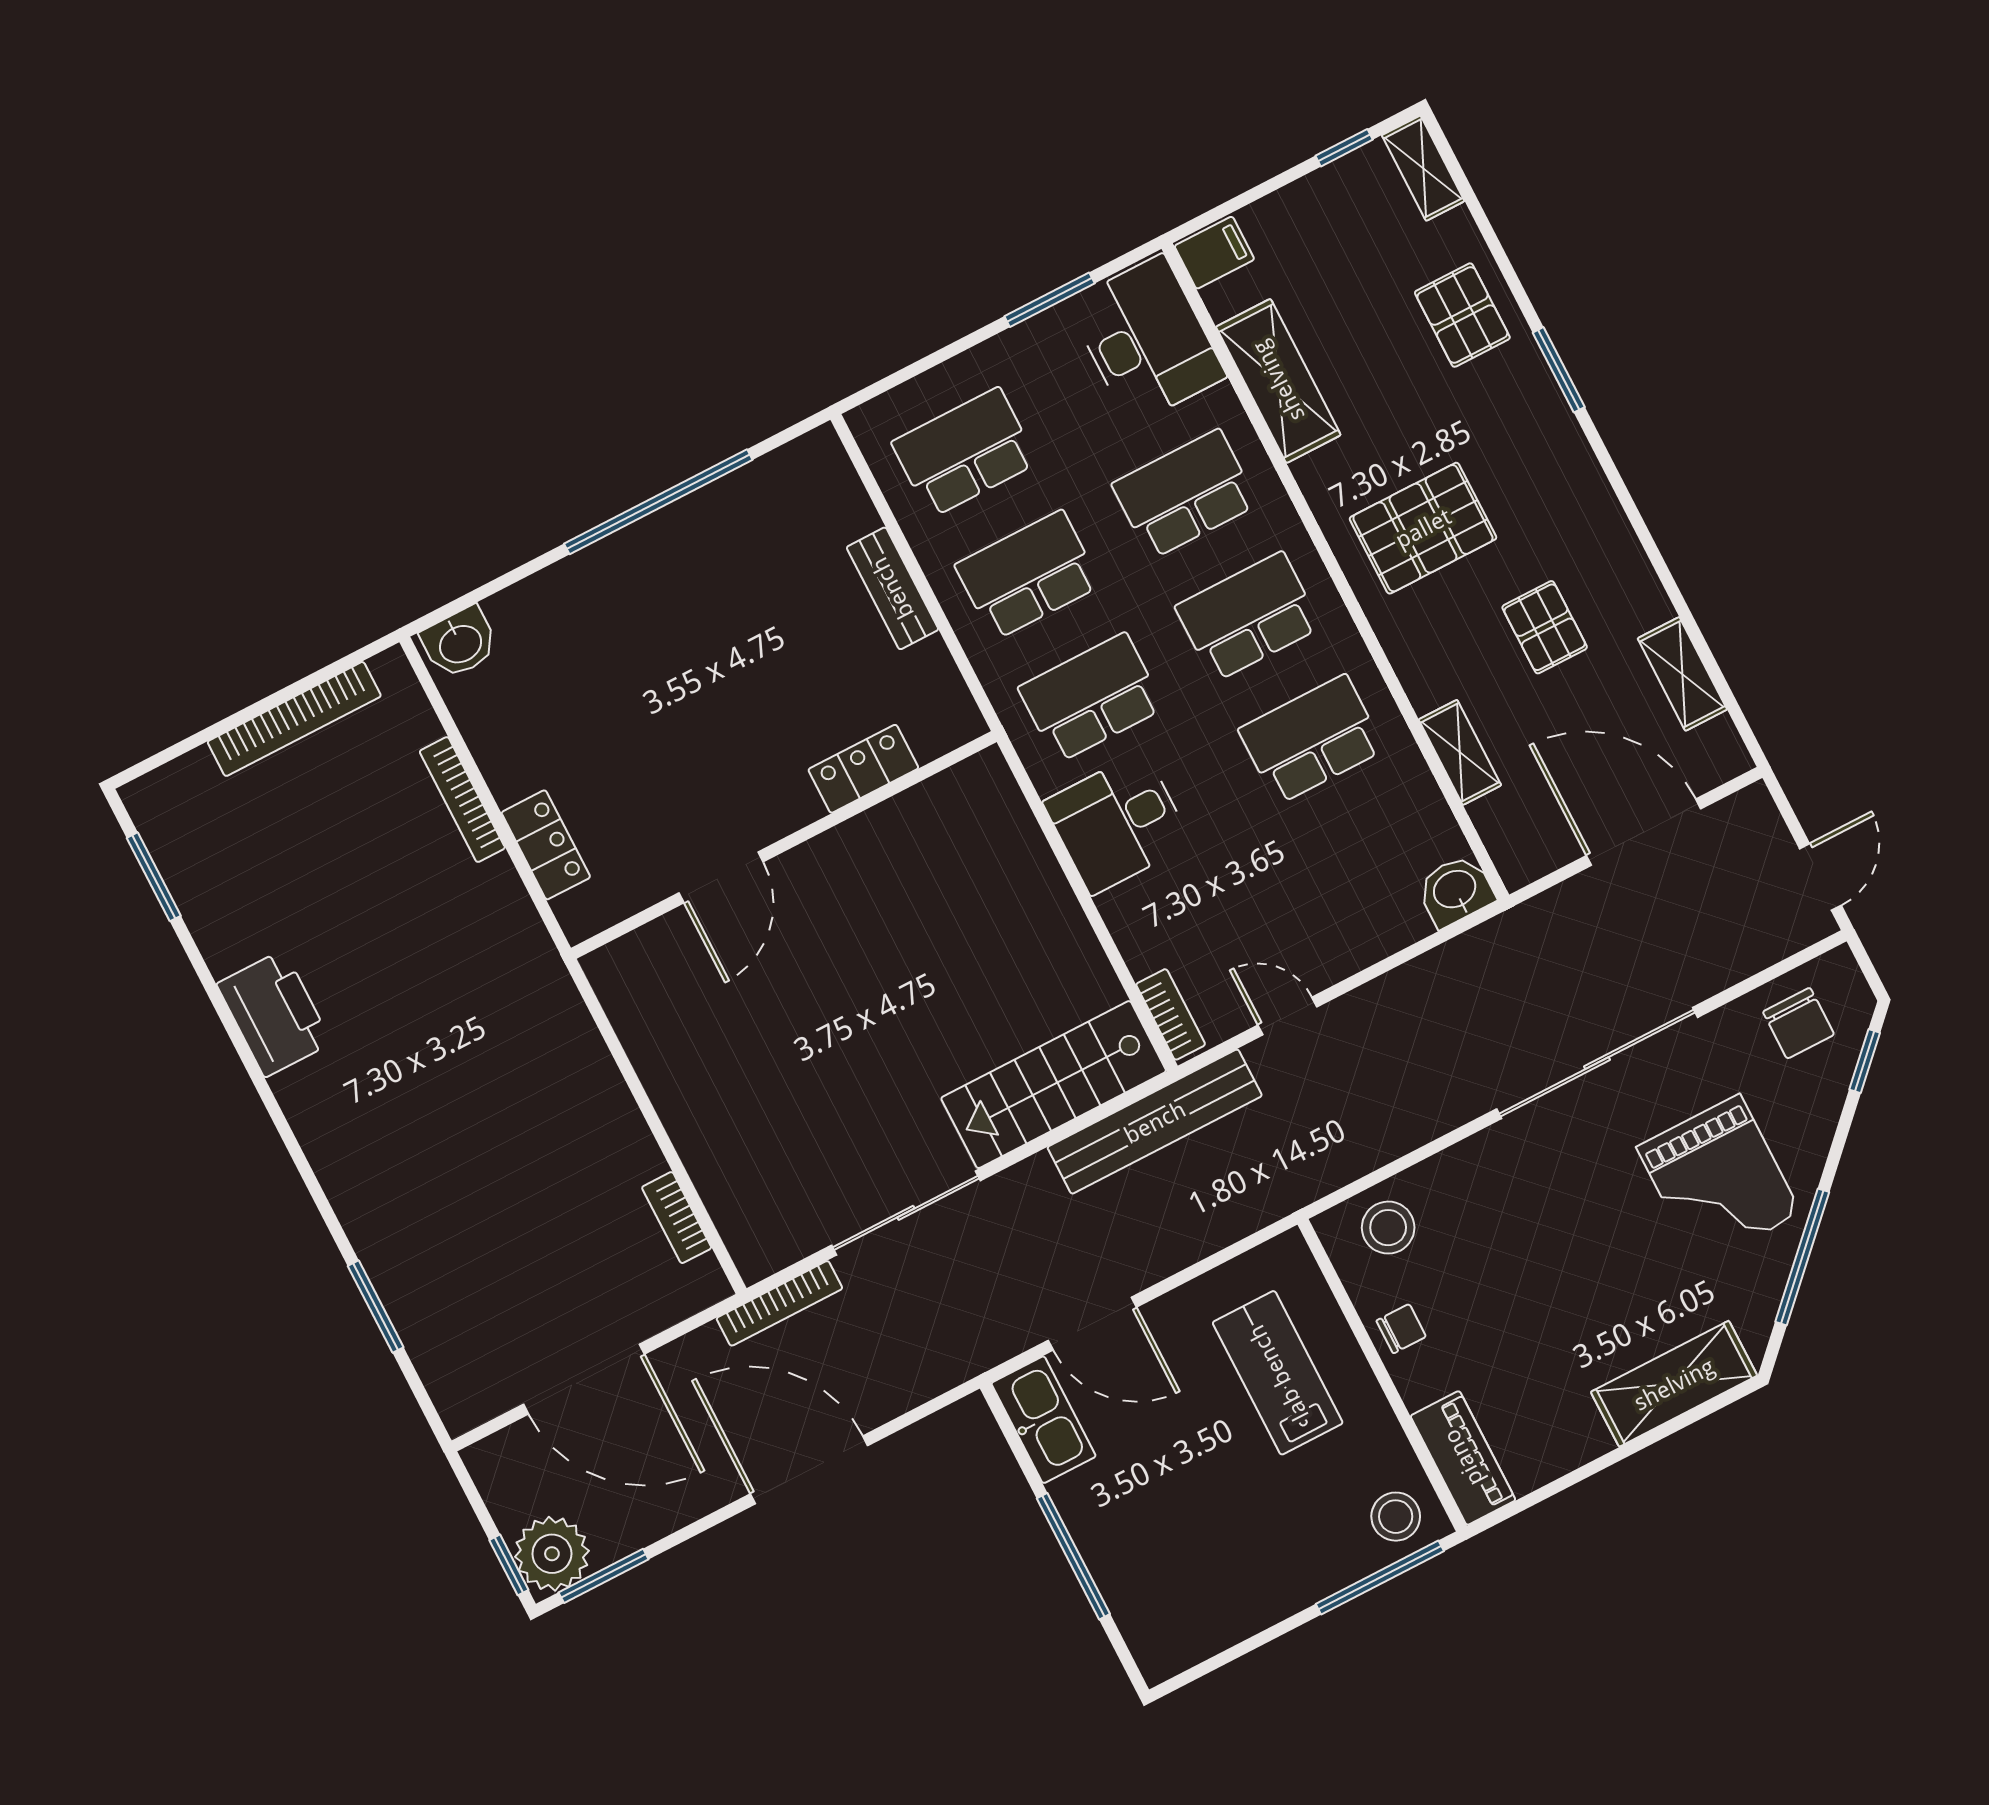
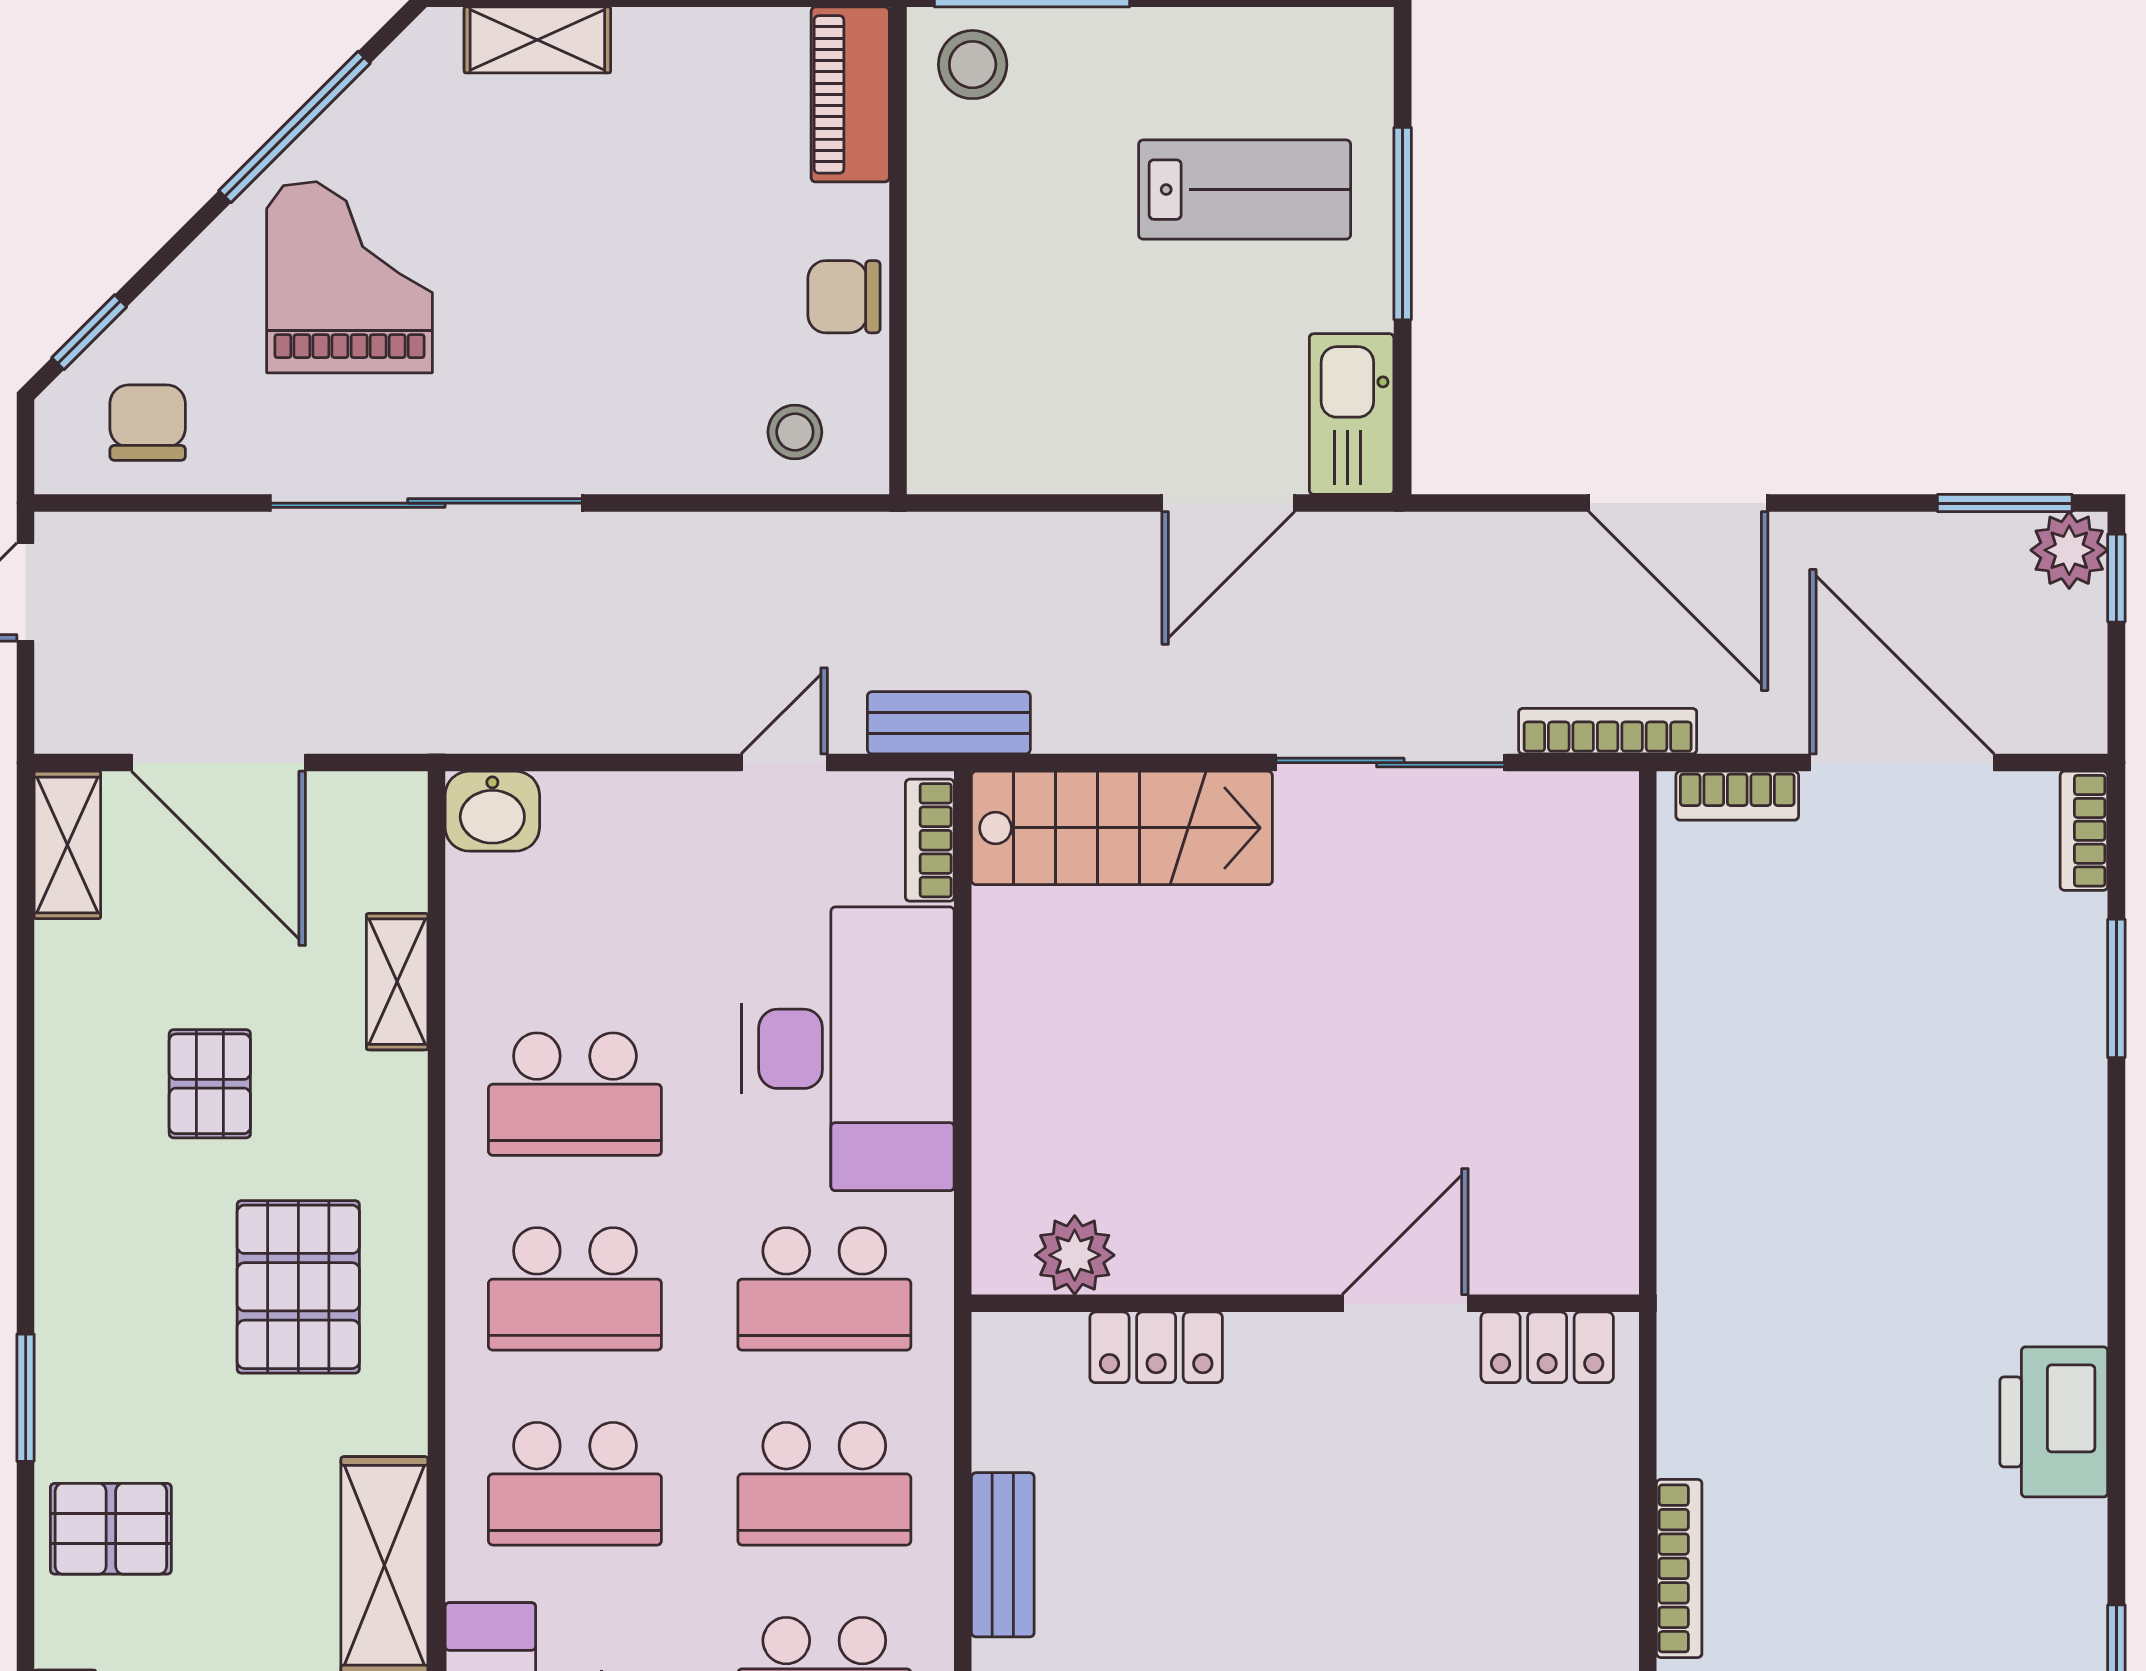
pallet: (1462, 315) -> (111, 1529), turned 90
pallet: (1423, 528) -> (298, 1287), turned 90
shelving: (1682, 674) -> (67, 845), moved
plant: (945, 800) -> (1075, 1255), added
desk: (1117, 823) -> (848, 1049), width x1.87, depth x1.30
locker: (546, 845) -> (1547, 1347), moved, turned -90
door: (1287, 1016) -> (784, 763), swing flipped
bench: (1155, 1122) -> (949, 723), width x0.54, depth x0.82
bookcase: (677, 1218) -> (1737, 796), moved, turned 90
stool: (1388, 1228) -> (795, 432), width x0.73, depth x0.73
door: (1092, 1324) -> (1228, 503), swing flipped
chair: (1401, 1329) -> (844, 297), width x1.37, depth x1.37
lab bench: (1278, 1373) -> (1245, 190), moved, turned -90
shelving: (1674, 1384) -> (537, 40), width x0.67, depth x0.75
bookcase: (447, 1395) -> (2084, 831), added
plant: (552, 1554) -> (2069, 550), width x0.73, depth x0.73

